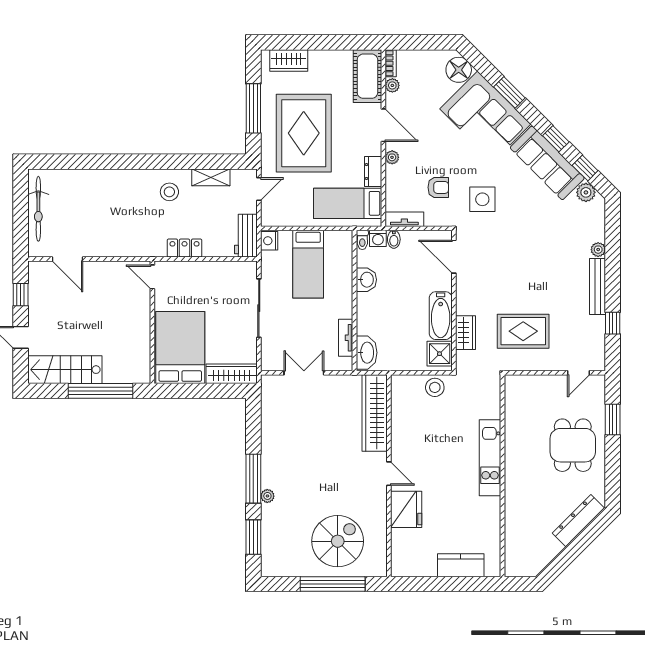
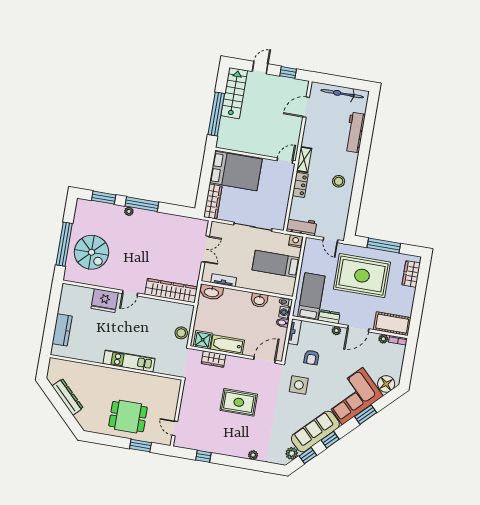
shelving: (211, 177) -> (304, 160), moved
workbench: (93, 180) -> (355, 132), added
bench: (598, 286) -> (229, 451), removed
rug: (523, 331) -> (239, 402), moved, turned 90
dresser: (578, 521) -> (67, 397), moved

